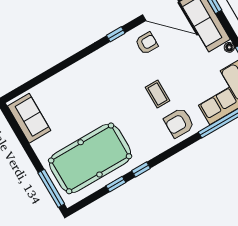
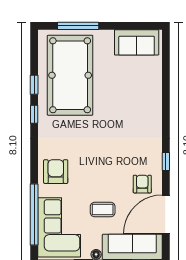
armchair: (147, 43) -> (142, 184), turned 180
coffee table: (157, 94) -> (103, 210), moved
window: (51, 188) -> (78, 26), moved

